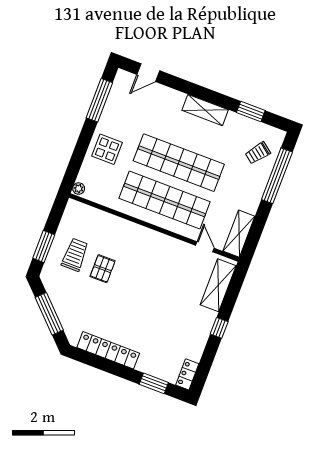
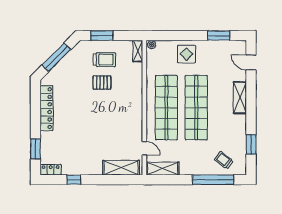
window: (99, 100) -> (219, 36), width x0.69
shelving: (205, 110) -> (240, 98), moved
shelving: (80, 209) -> (138, 51), added
door: (205, 247) -> (144, 148), hinge flipped
window: (219, 328) -> (74, 180), moved

